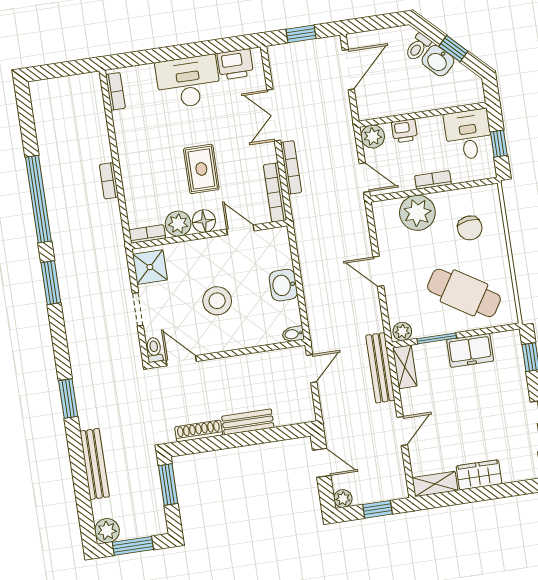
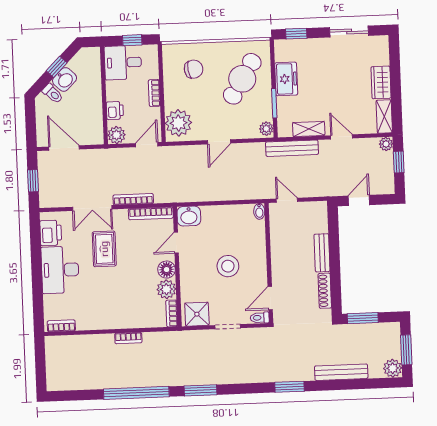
rug: (201, 169) -> (104, 249), moved, turned 90
plant: (417, 213) -> (178, 123), moved
washbasin: (283, 285) -> (189, 216), moved
shelving: (405, 367) -> (309, 129), moved
plant: (343, 499) -> (386, 144), moved

